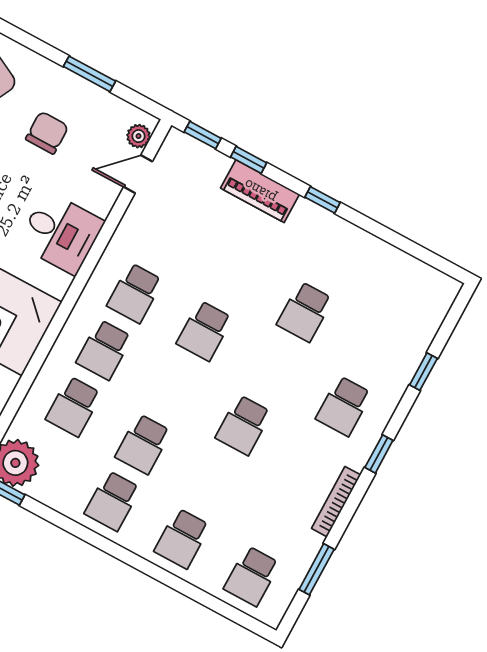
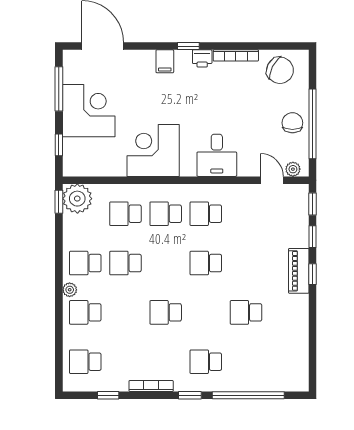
window: (89, 74) -> (313, 124), width x2.11
chair: (47, 133) -> (292, 123), moved, turned -90
piano: (260, 191) -> (299, 271), moved
window: (323, 200) -> (313, 274), moved
window: (423, 372) -> (248, 395), width x3.17
plant: (138, 543) -> (70, 290), added
window: (317, 569) -> (108, 395), width x0.67

